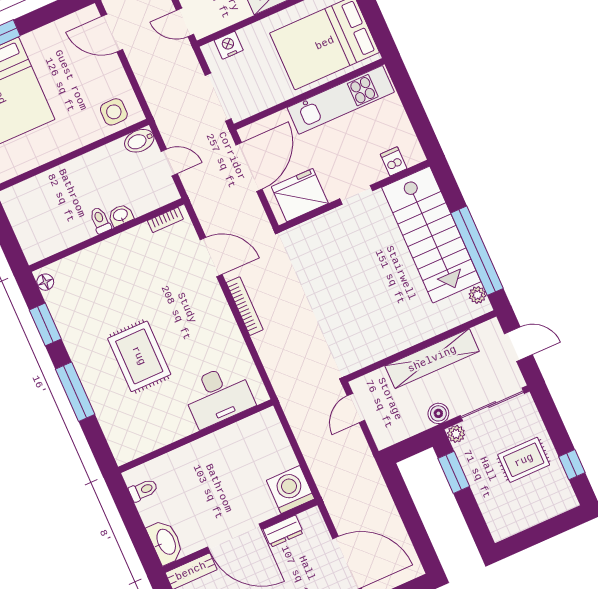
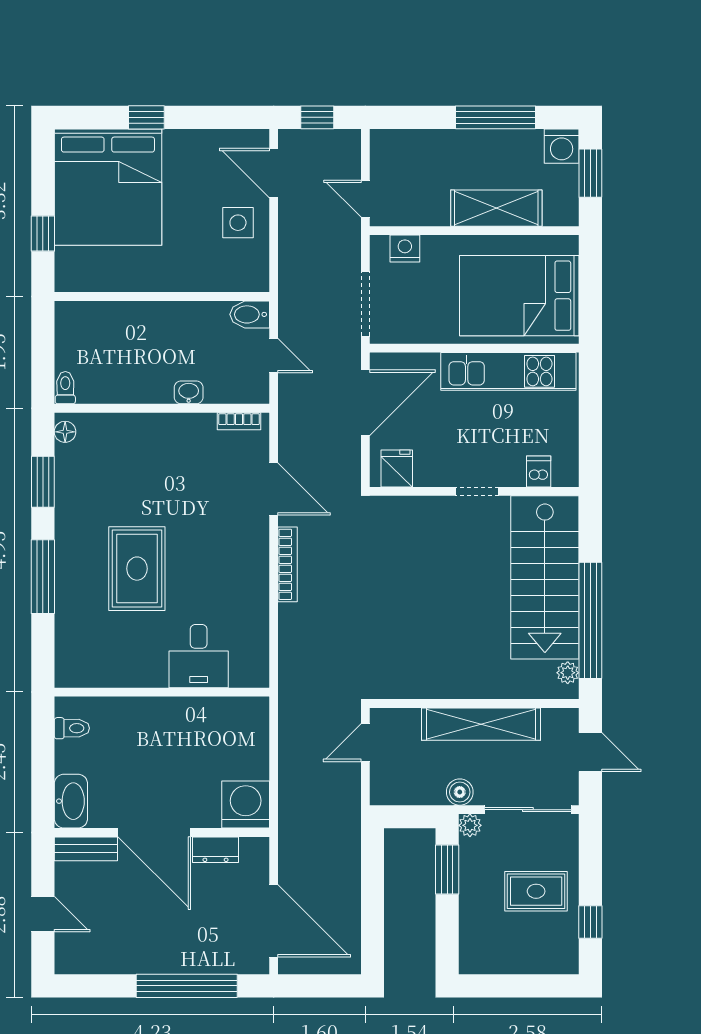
side table: (114, 112) -> (238, 223), moved
fridge: (300, 195) -> (397, 469), width x0.53, depth x0.75
toilet: (100, 220) -> (65, 388), moved
desk: (218, 396) -> (199, 656), width x0.73

